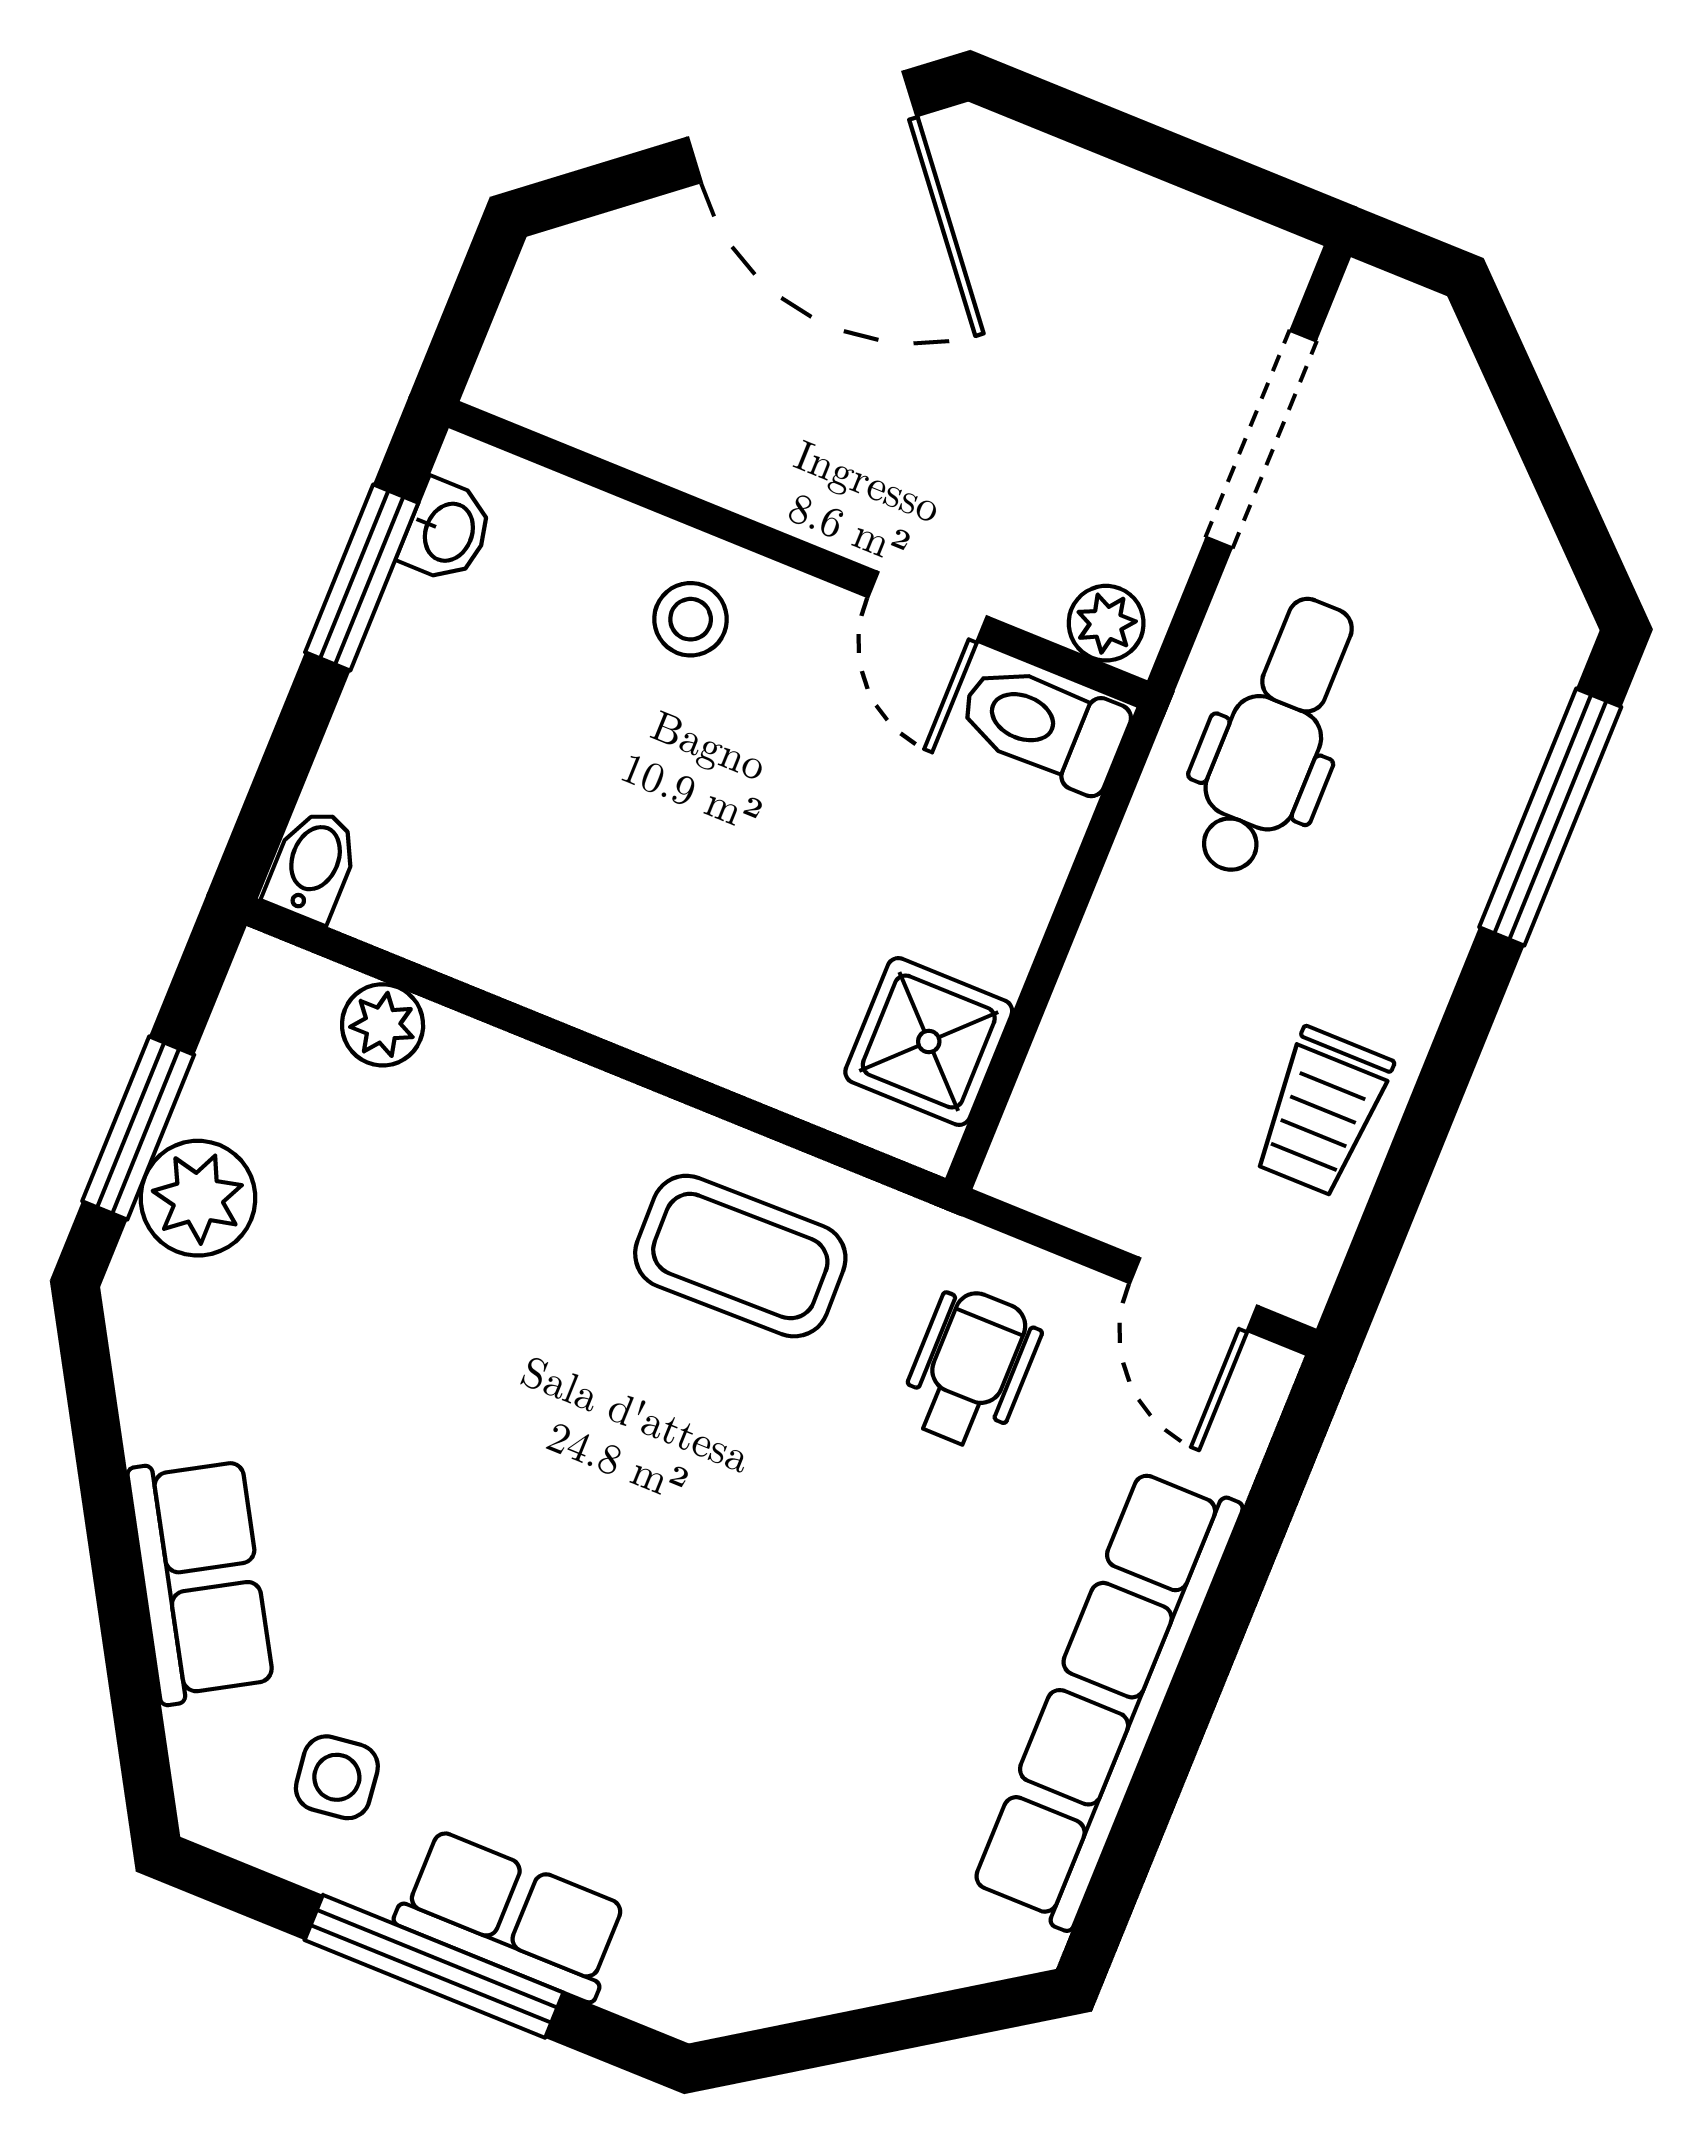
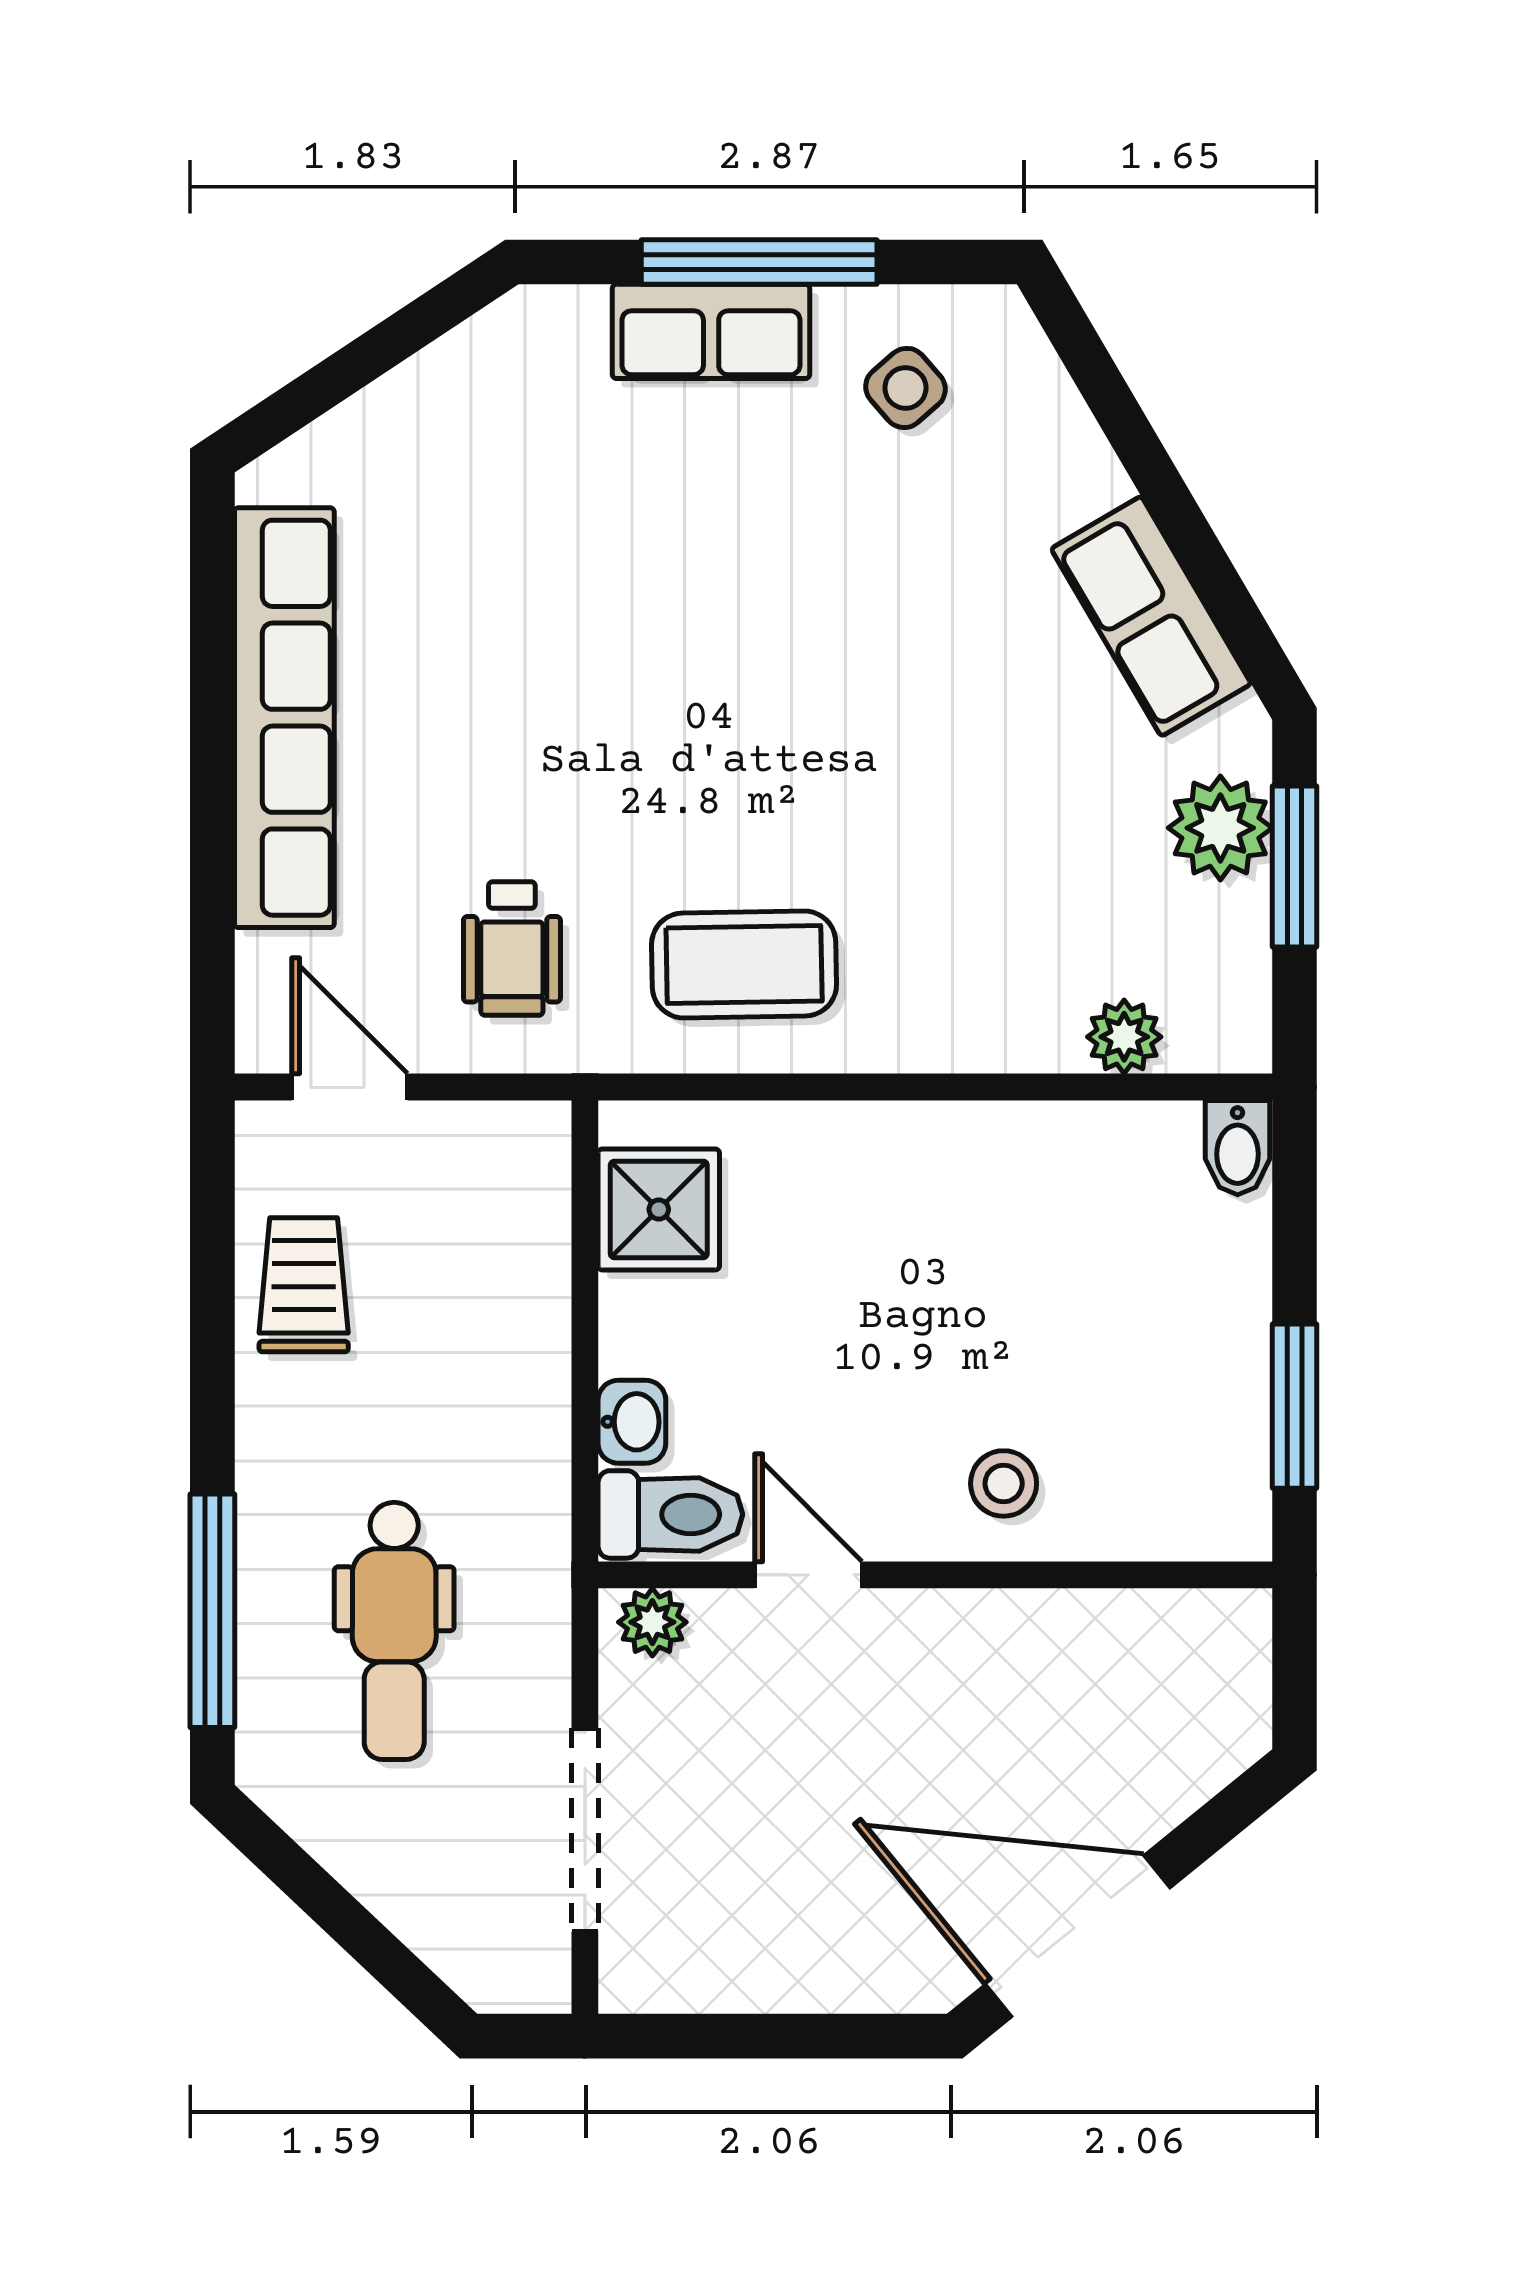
washbasin: (447, 531) -> (632, 1422), moved, turned 180
dental chair: (1274, 736) -> (394, 1631), moved
row of seats: (201, 1579) -> (1151, 616), moved
side table: (337, 1777) -> (905, 388), turned -34

